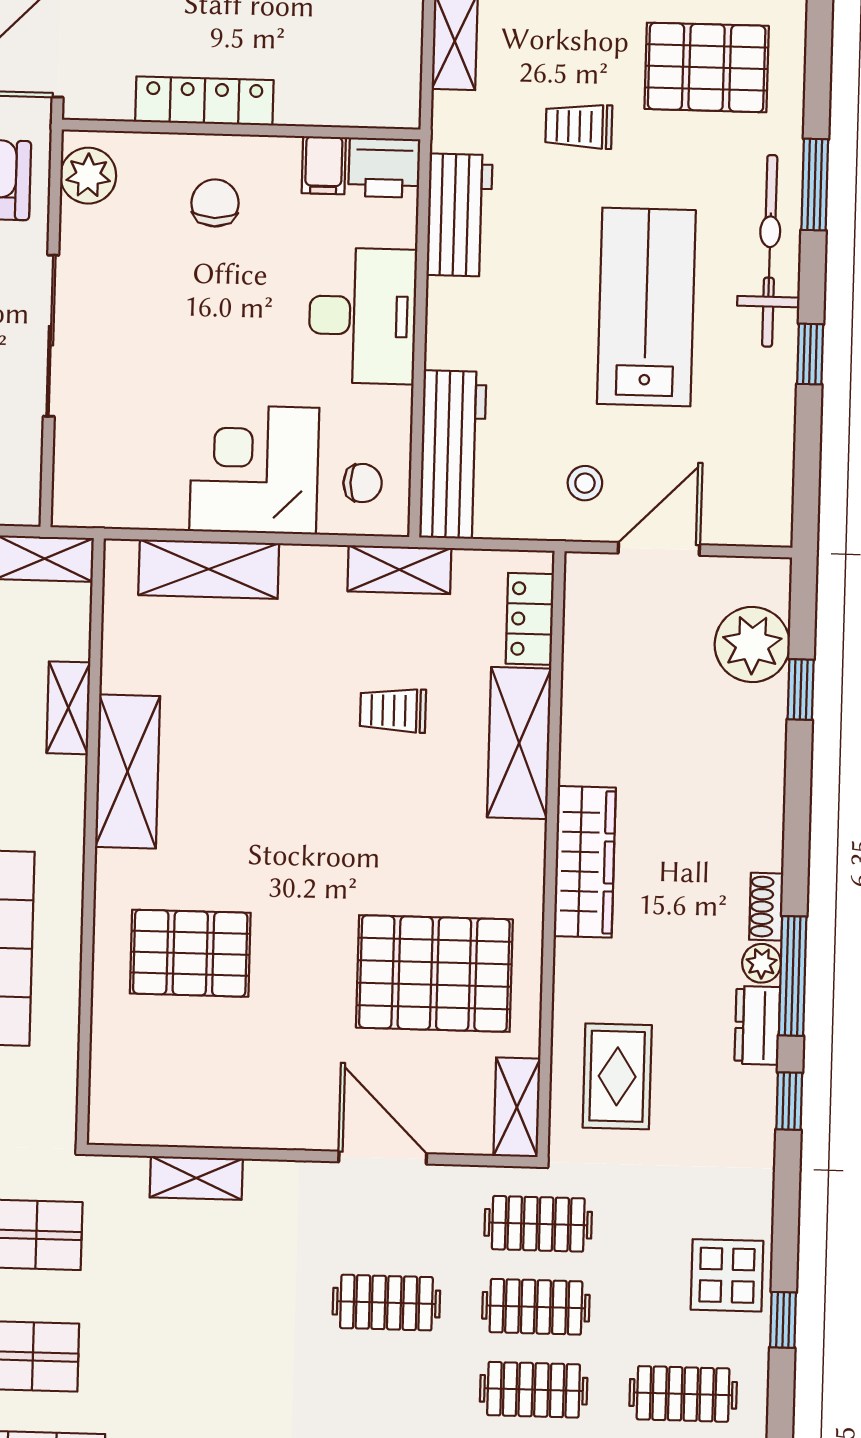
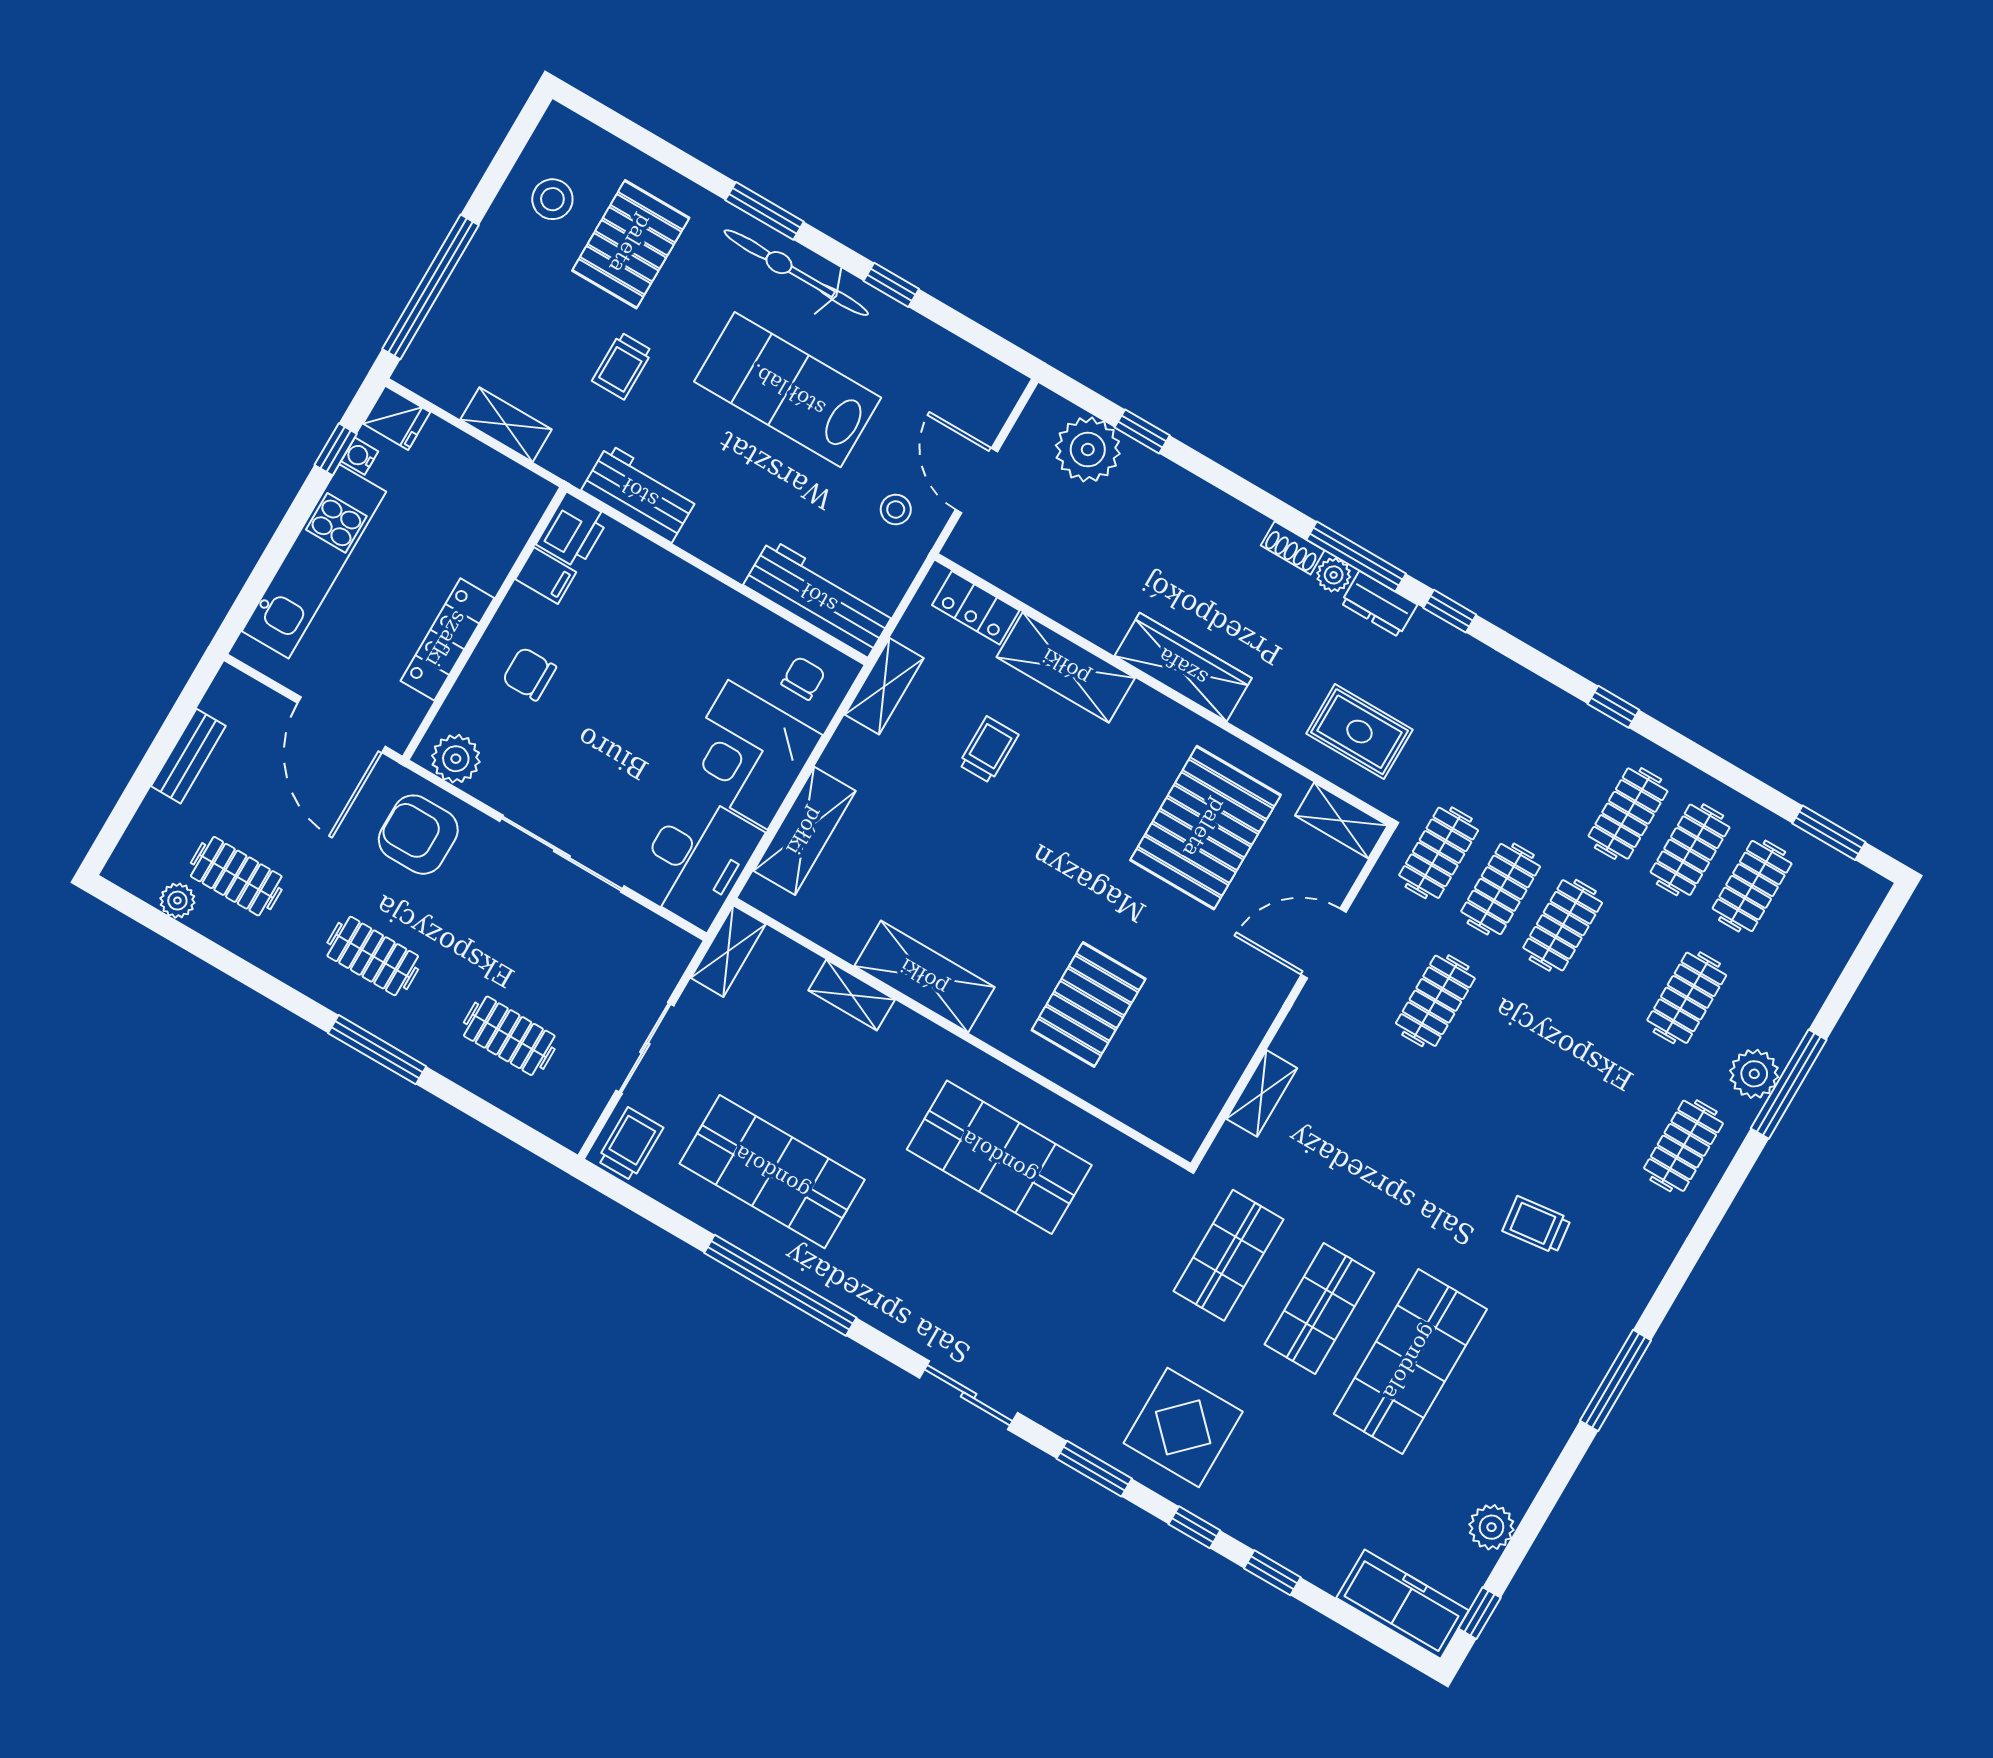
desk: (363, 316) -> (697, 860), moved, turned 90
trolley: (393, 710) -> (988, 750), turned 180
display table: (727, 1275) -> (1556, 731), removed

